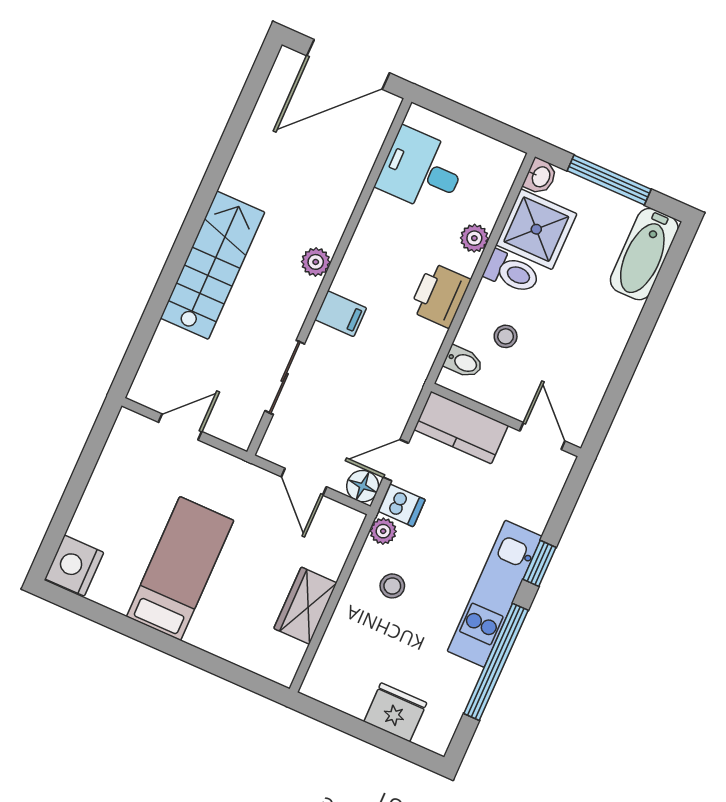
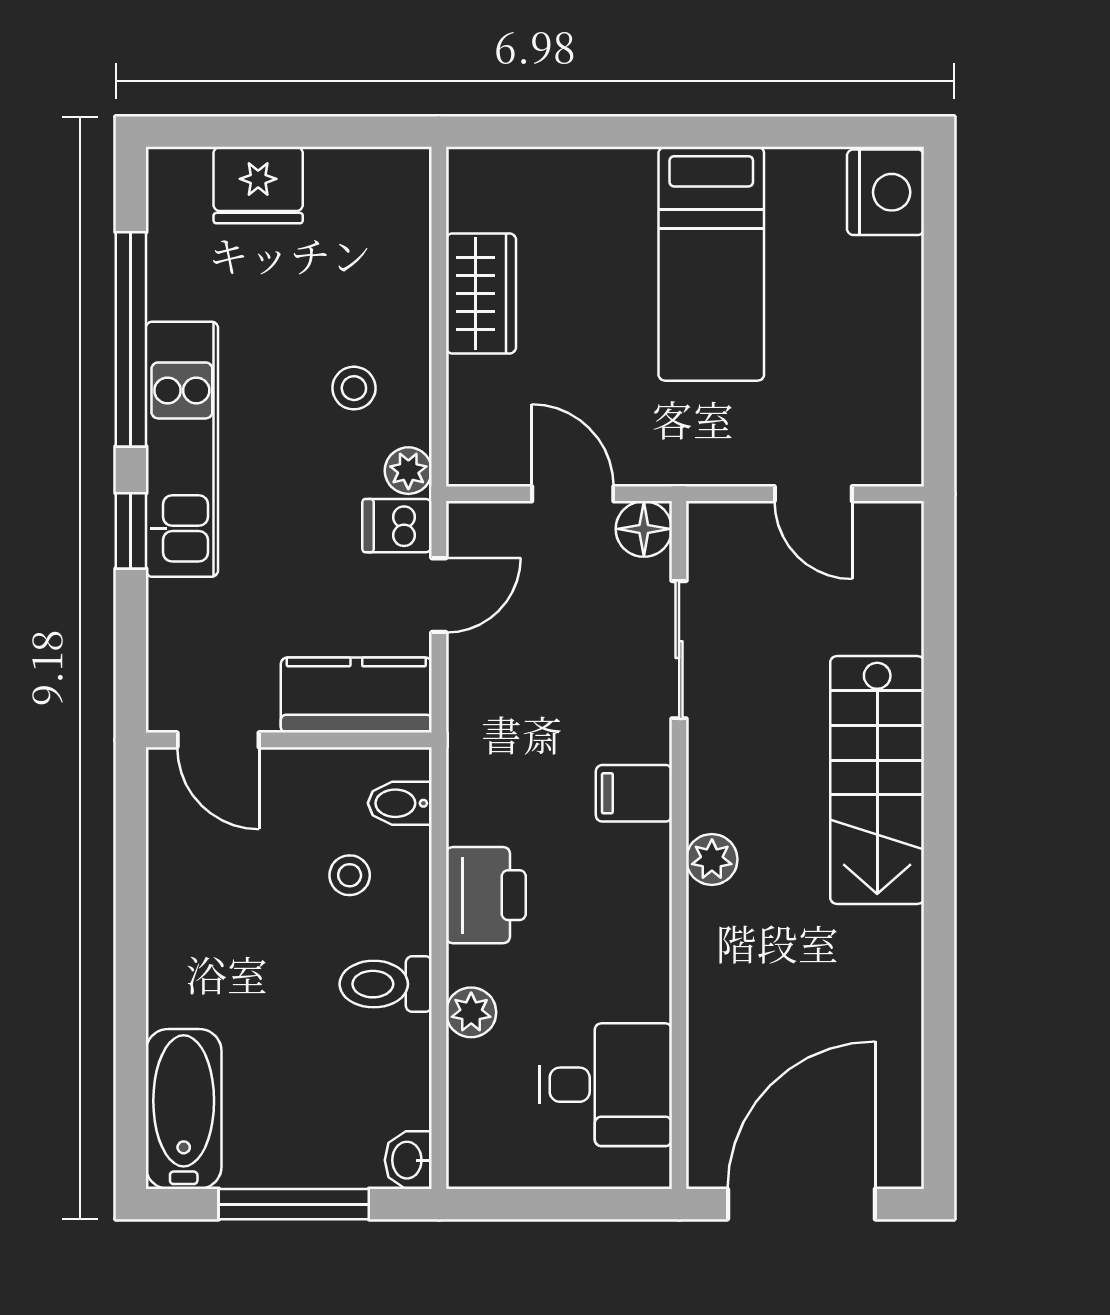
shower: (536, 229) -> (377, 1072), removed
door: (180, 427) -> (813, 494), hinge flipped
floor lamp: (363, 486) -> (644, 529), moved

